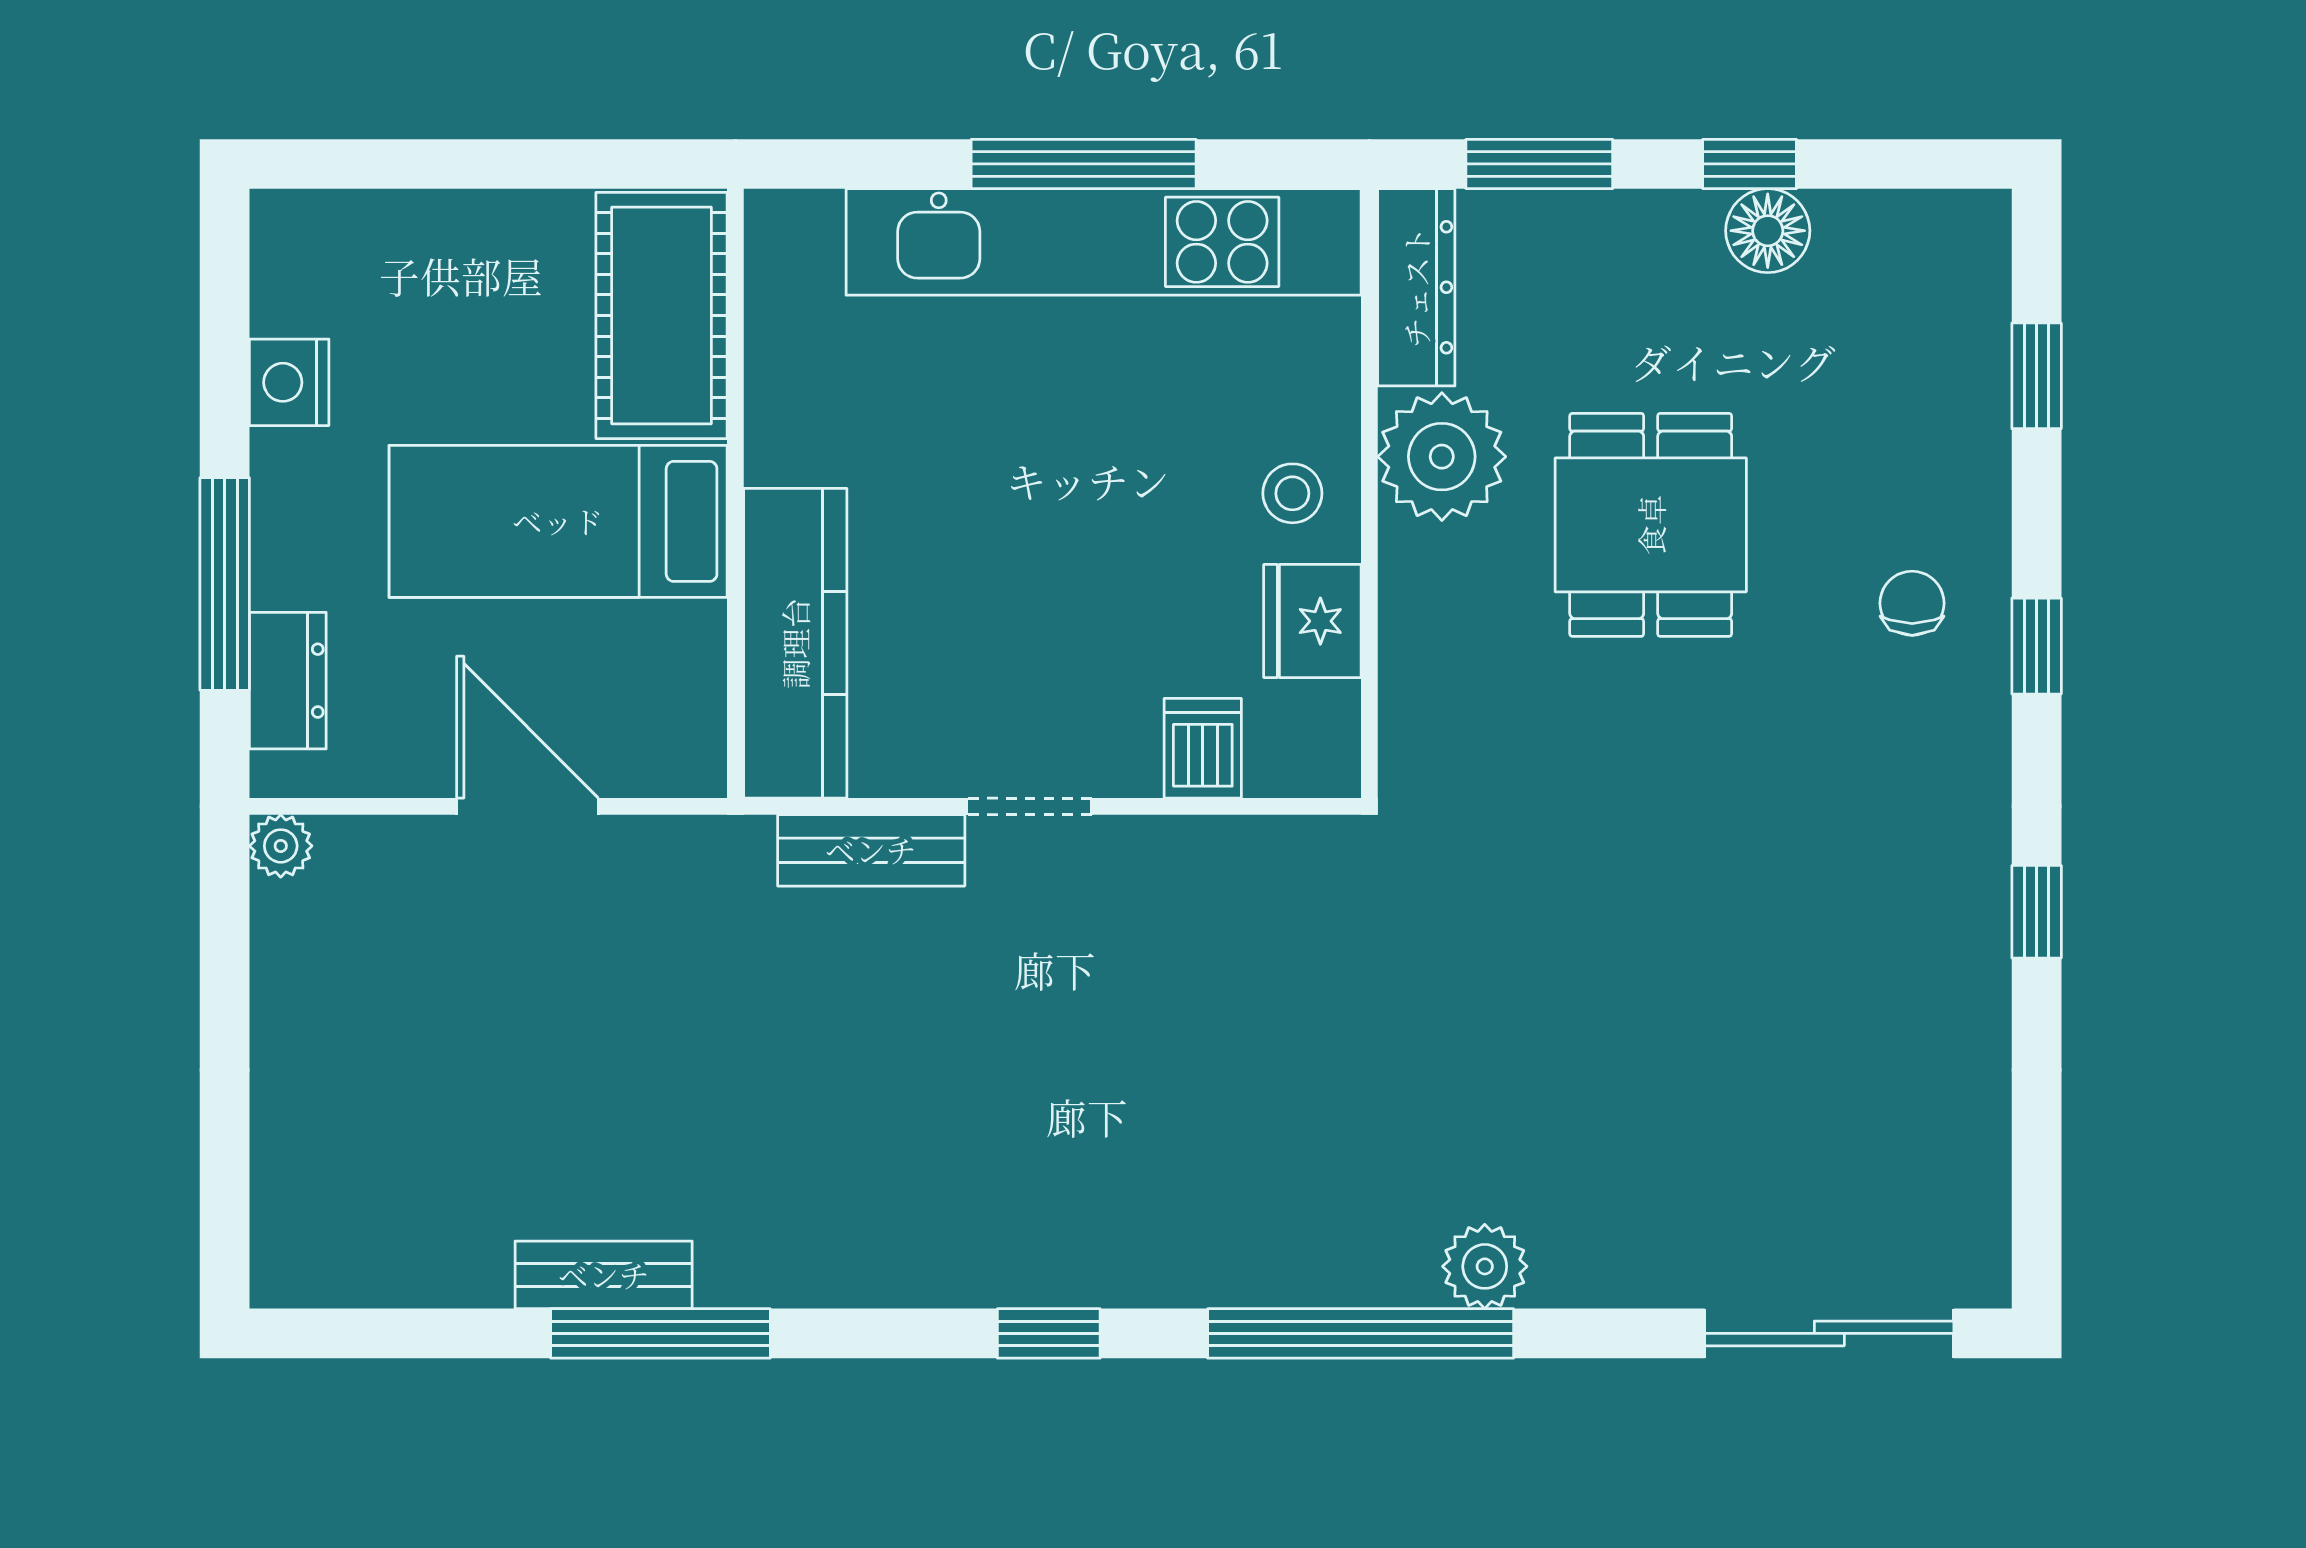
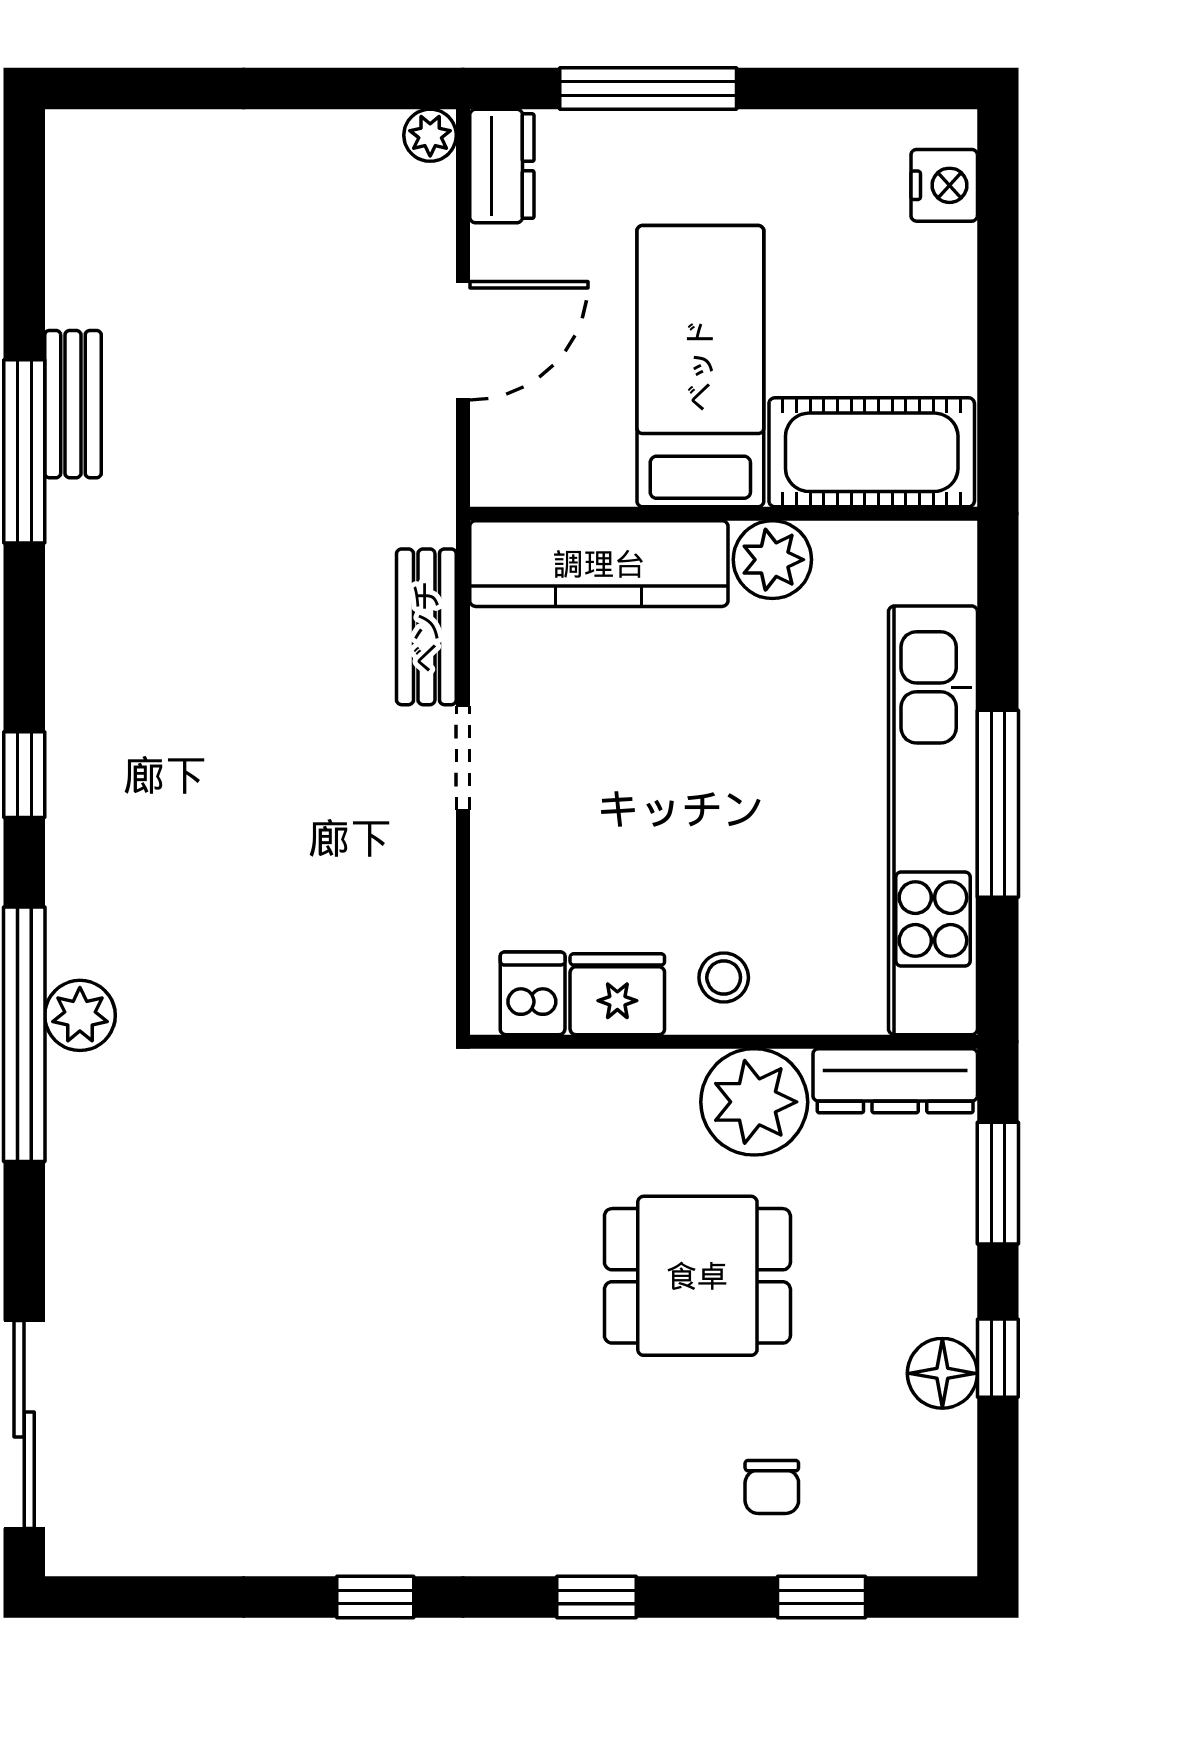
nightstand: (289, 382) -> (944, 185), moved, turned 90
plant: (790, 435) -> (772, 560), added
chair: (1912, 603) -> (772, 1487), moved, turned 90
dresser: (288, 681) -> (502, 166), moved, turned -90
dishwasher: (1203, 748) -> (533, 993), moved, turned -90
plant: (1485, 1266) -> (80, 1015), moved

